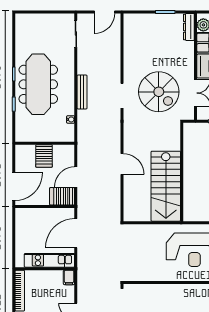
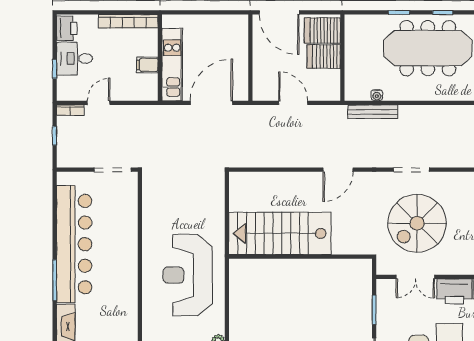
bench: (82, 92) -> (373, 112), moved
door: (122, 164) -> (338, 170), moved
server rack: (62, 196) -> (322, 30), moved, turned -90
door: (76, 233) -> (211, 103), hinge flipped
filing cabinet: (69, 277) -> (147, 65), moved

